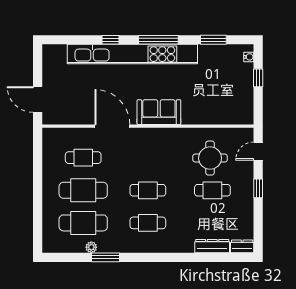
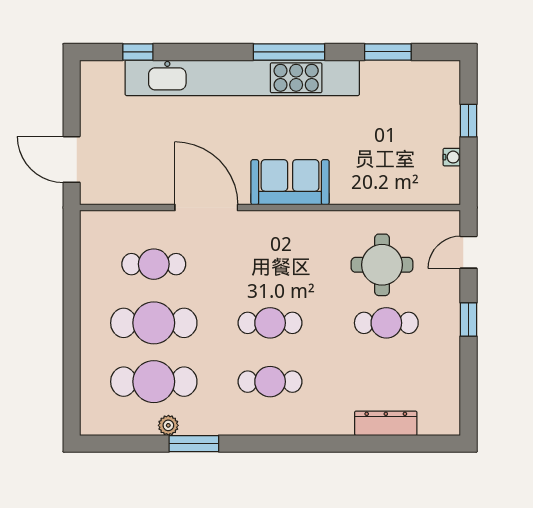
window: (111, 40) -> (138, 52), moved
water cooler: (249, 57) -> (452, 157), moved
dresser: (242, 246) -> (440, 424), removed

